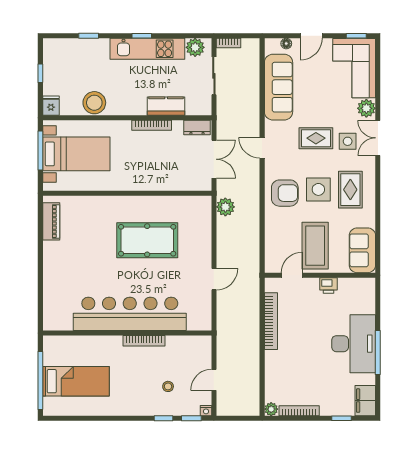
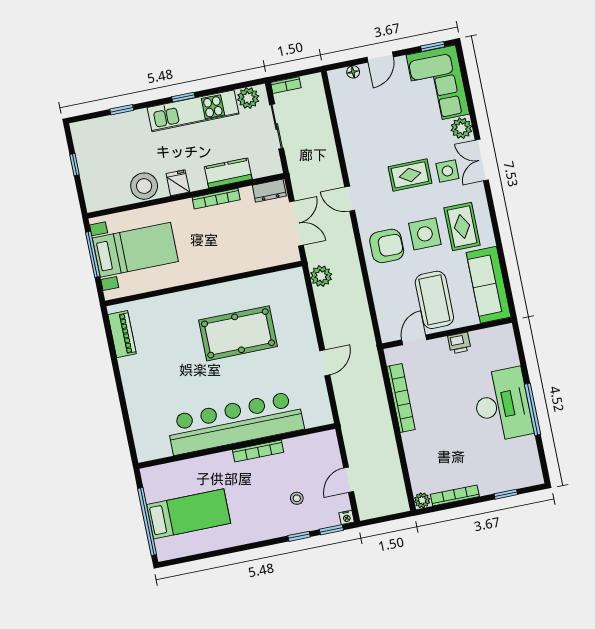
sofa: (279, 87) -> (354, 124), removed
fridge: (51, 106) -> (178, 183), moved
sofa: (362, 250) -> (489, 285), width x1.36
filing cabinet: (365, 401) -> (529, 468), removed

